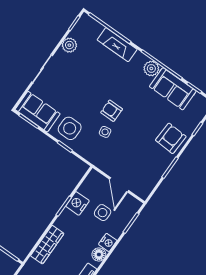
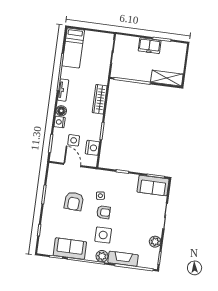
plant: (151, 68) -> (102, 256), moved
side table: (70, 128) -> (103, 235), moved
armchair: (171, 138) -> (74, 201), moved
nightstand: (77, 203) -> (92, 148), moved

